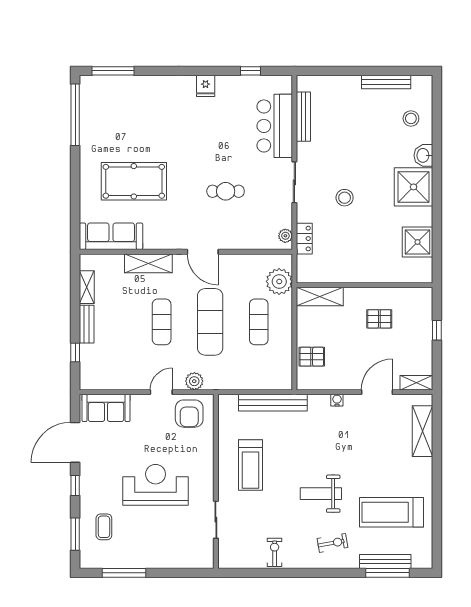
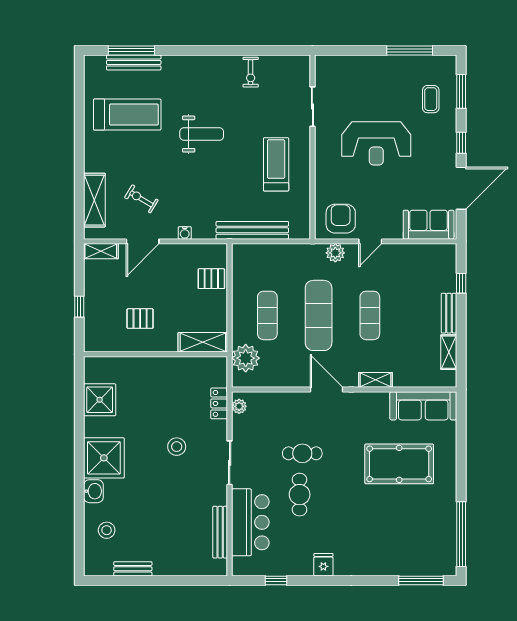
bench: (386, 82) -> (133, 569), width x0.73
cafe table: (228, 152) -> (300, 495), added
shelving: (148, 263) -> (375, 380), width x0.67, depth x0.75
exercise bike: (332, 543) -> (141, 199), moved, turned 41

